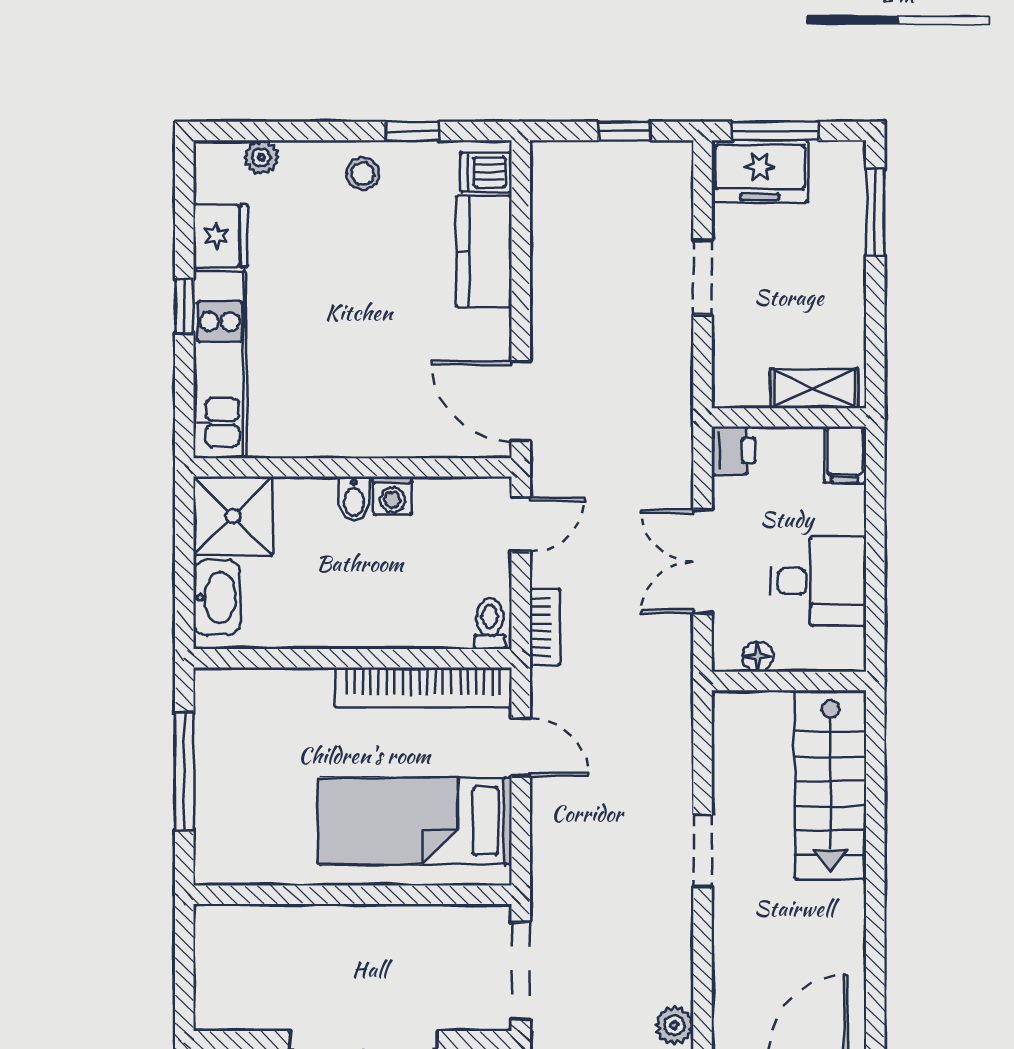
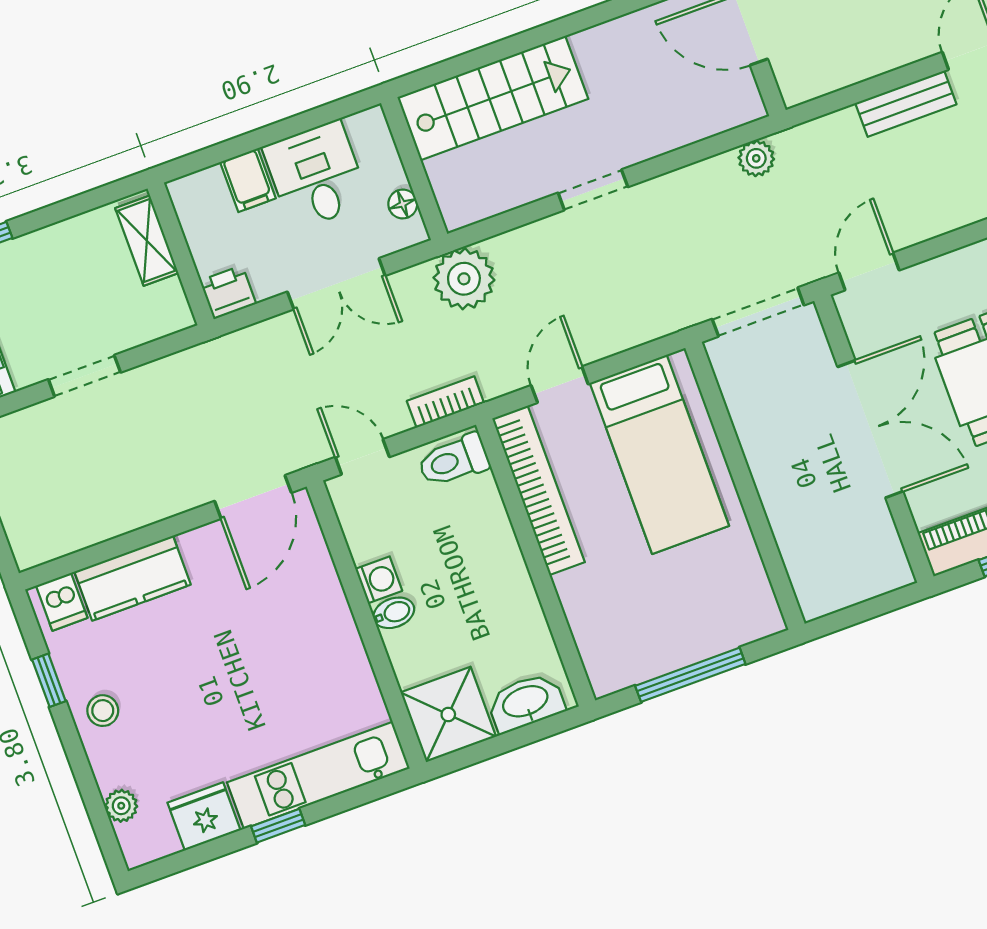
filing cabinet: (845, 455) -> (248, 180), moved, turned 90
toilet: (490, 624) -> (453, 460), width x1.37, depth x1.39
plant: (661, 690) -> (464, 279), added

